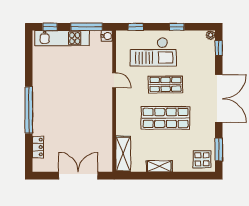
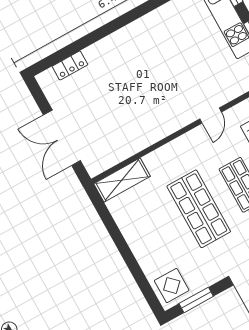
window: (29, 110) -> (111, 27), removed
shelving: (159, 166) -> (132, 235), removed
double door: (78, 176) -> (62, 138), swing flipped

